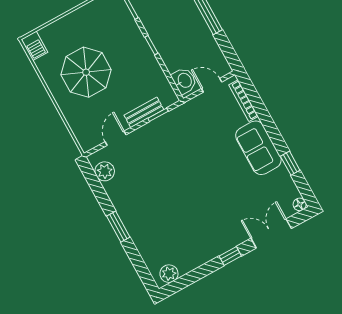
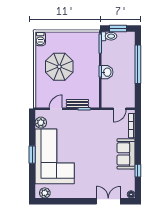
washbasin: (184, 81) -> (107, 72), moved
door: (212, 85) -> (120, 109), swing flipped
corner sofa: (154, 211) -> (55, 156), added
window: (230, 256) -> (81, 201), removed

